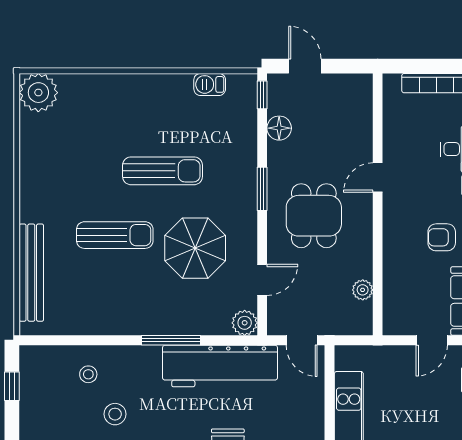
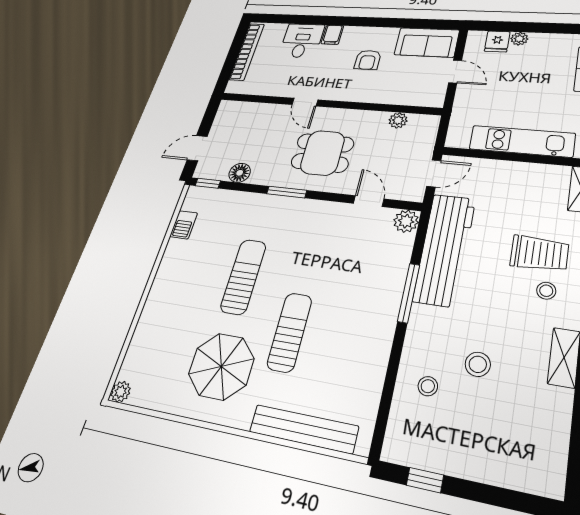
plant: (38, 93) -> (121, 392), width x0.53, depth x0.53
parasol: (195, 248) -> (221, 366), moved

